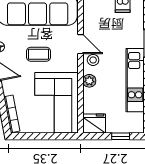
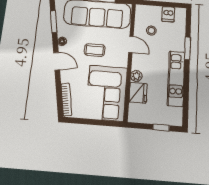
stool: (93, 60) -> (151, 31), moved
fridge: (94, 124) -> (138, 93), moved, turned 90

